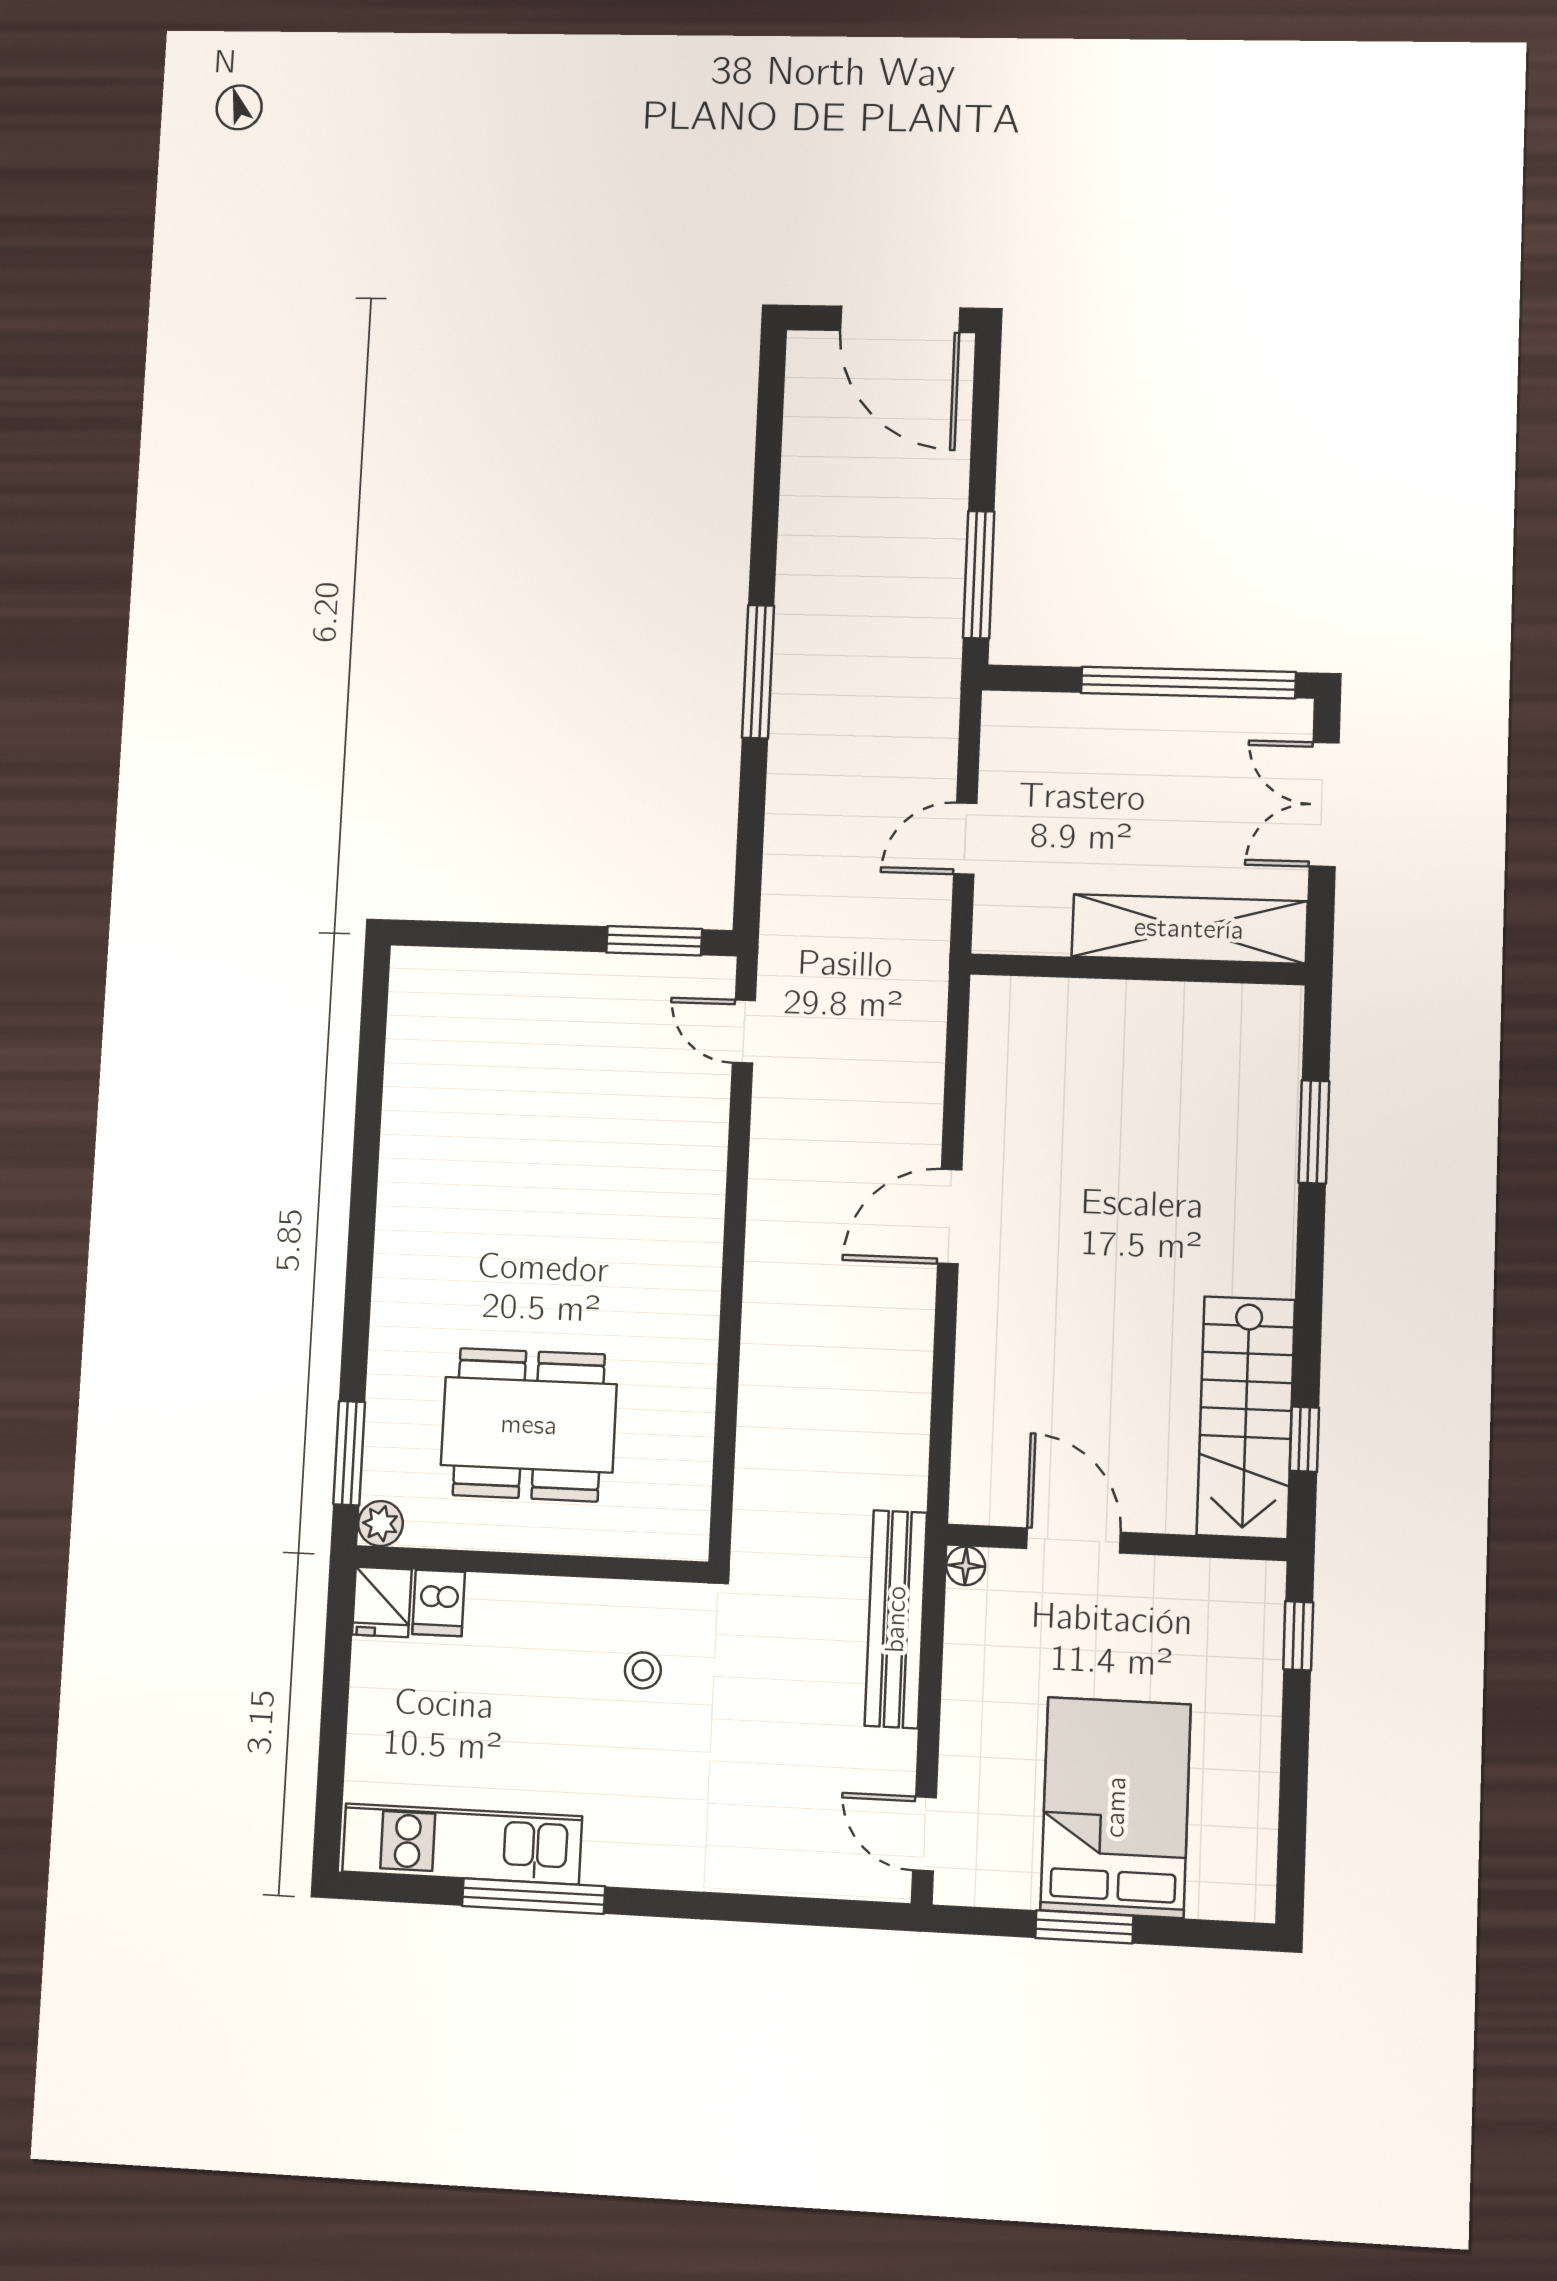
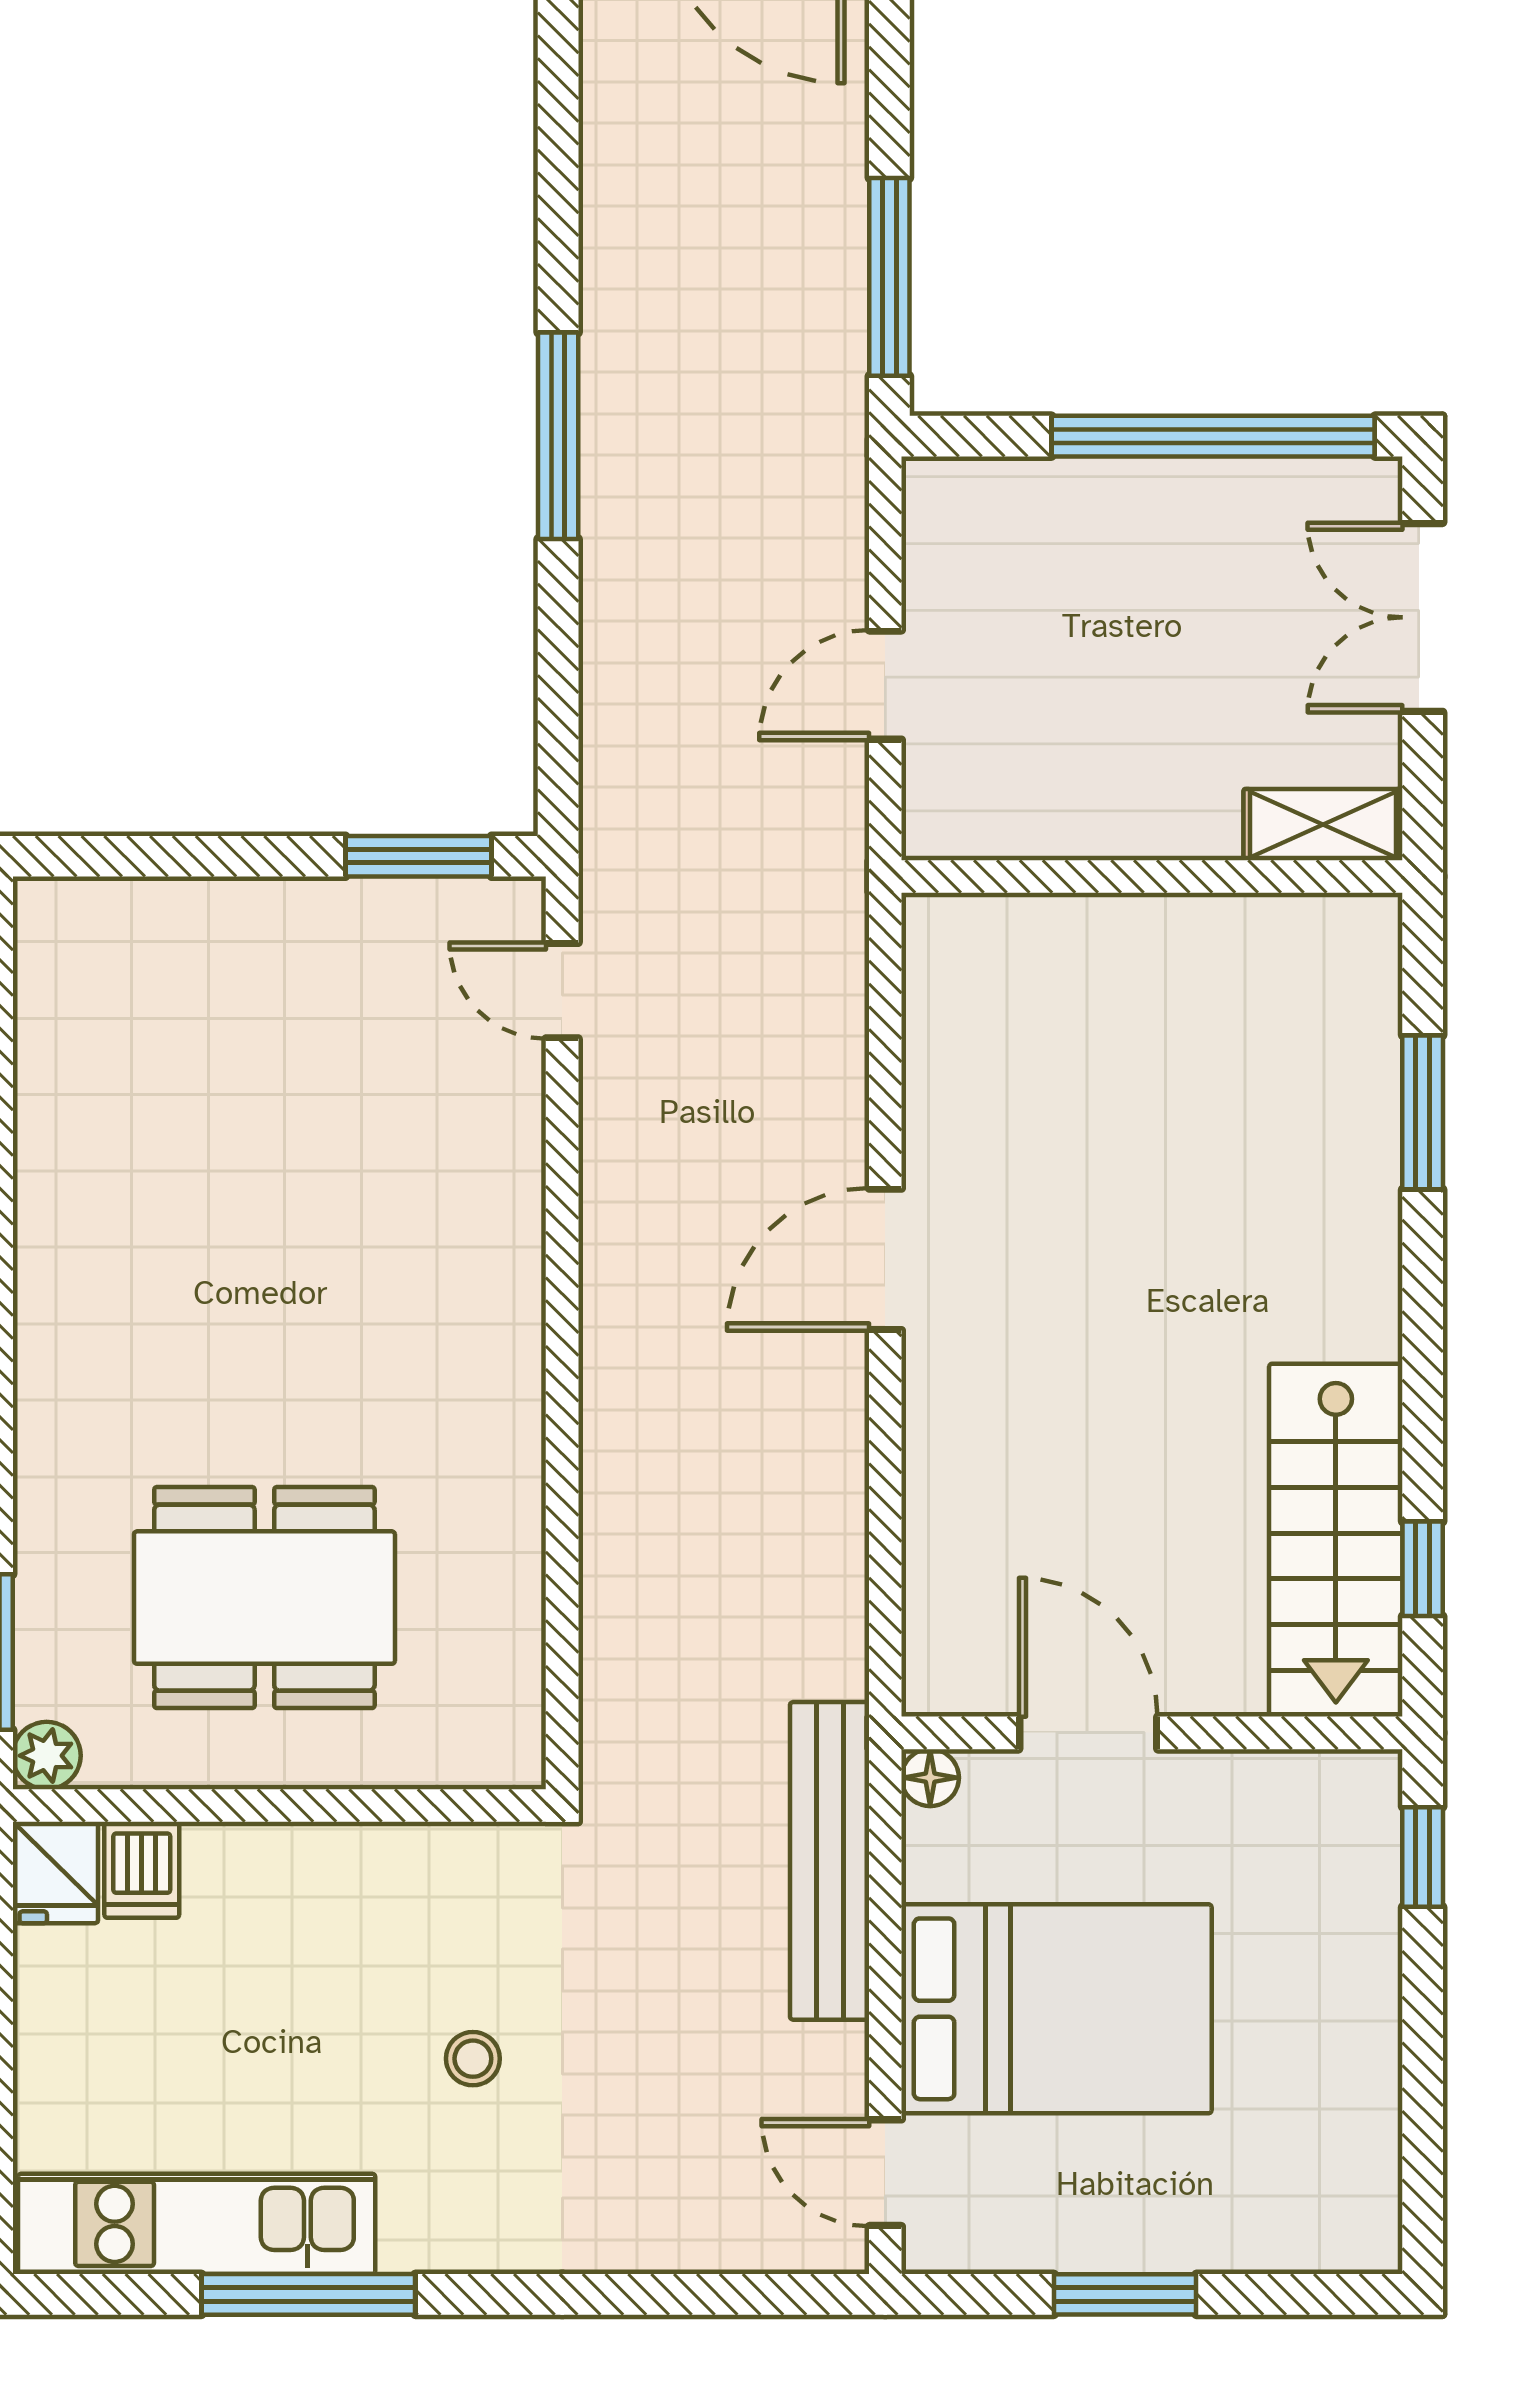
shelving: (1189, 929) -> (1323, 825), width x0.45, depth x0.75
stool: (643, 1670) -> (473, 2059), moved
bed: (1116, 1807) -> (1057, 2009), moved, turned 90

